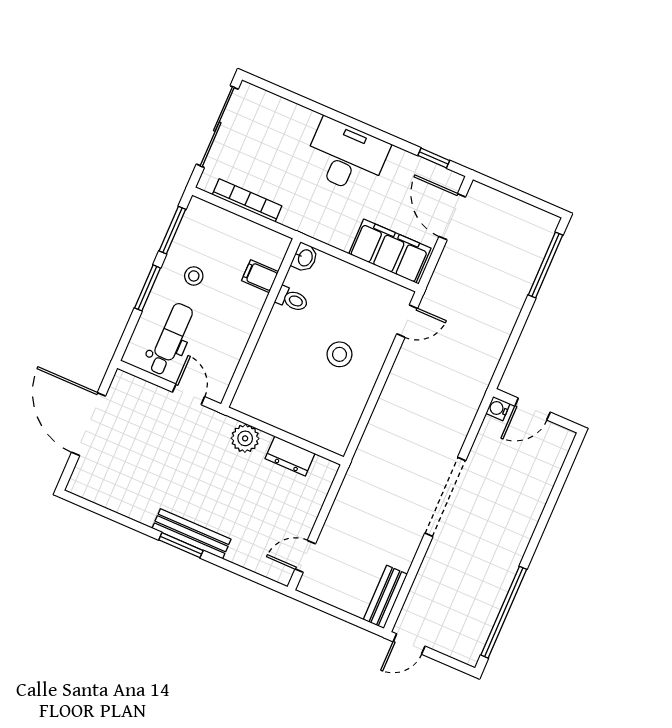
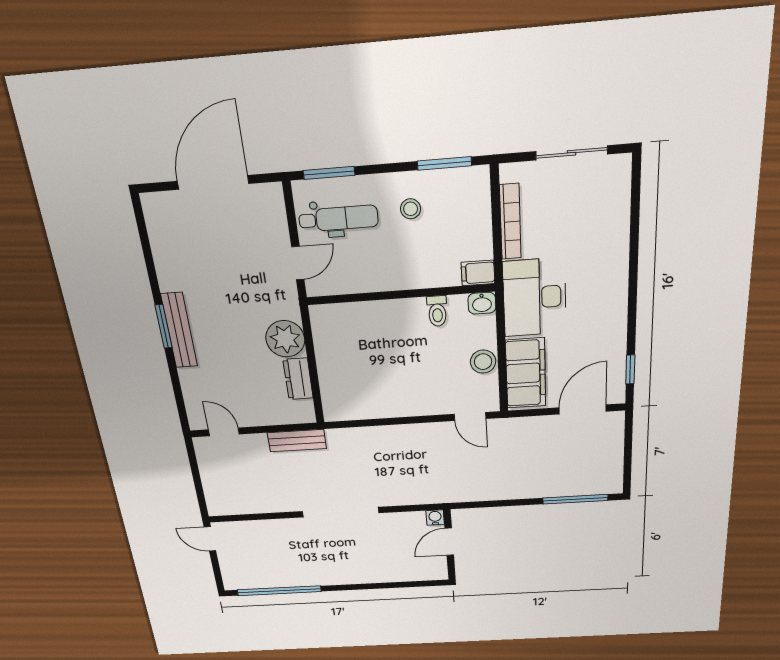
sliding door: (217, 127) -> (571, 153), width x0.73
desk: (346, 156) -> (535, 297), moved, turned 180
filing cabinet: (260, 276) -> (478, 273), moved, turned -90
window: (147, 288) -> (329, 173), moved
stool: (339, 354) -> (483, 362), moved
door: (533, 409) -> (449, 542), hinge flipped
plant: (245, 438) -> (285, 339), width x1.36, depth x1.36
bench: (385, 597) -> (297, 441), moved

